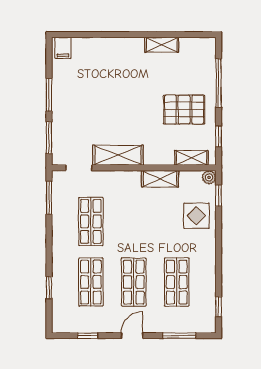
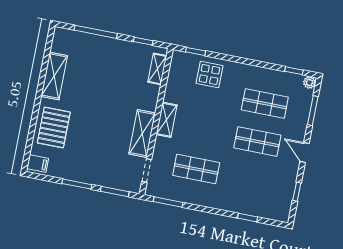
shelving: (162, 45) -> (54, 76), width x1.50, depth x1.33
pallet: (184, 110) -> (54, 127), moved
plant: (209, 177) -> (309, 83), moved
shelving: (160, 179) -> (167, 120), moved
shop shelf: (91, 282) -> (250, 180), removed

